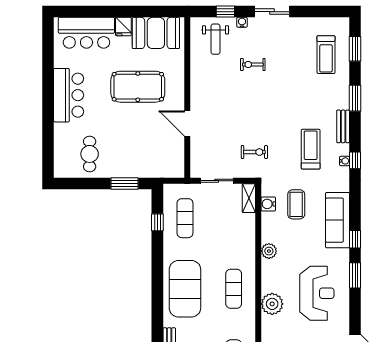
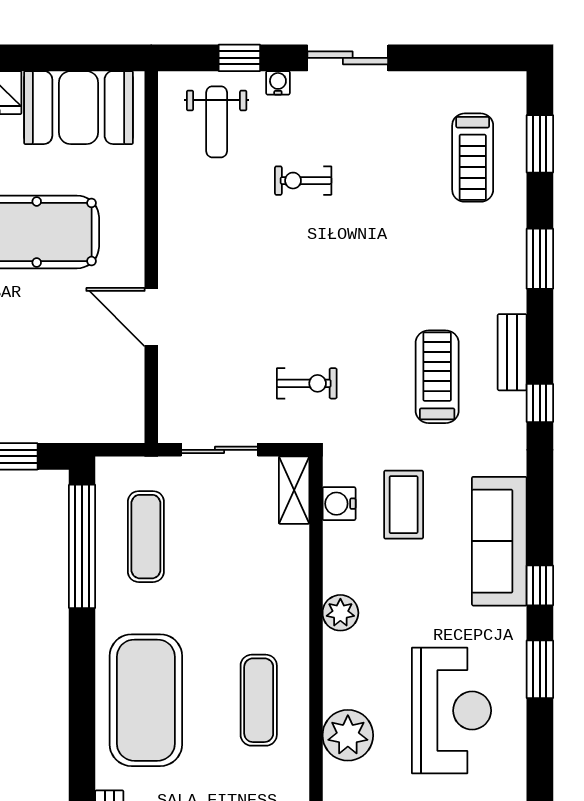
bench: (343, 126) -> (512, 352), moved
water cooler: (345, 161) -> (516, 404), removed
window: (157, 222) -> (82, 546), width x3.17

